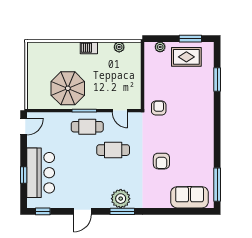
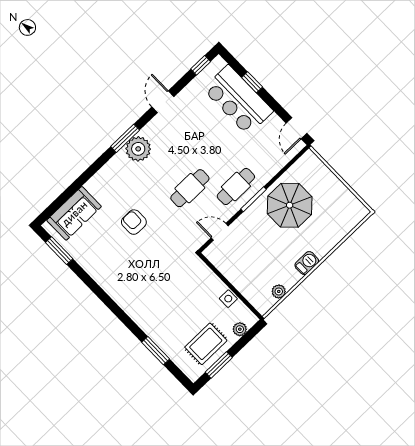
side table: (150, 70) -> (228, 299), added
armchair: (159, 108) -> (185, 270), removed
window: (217, 185) -> (59, 251), width x0.69

